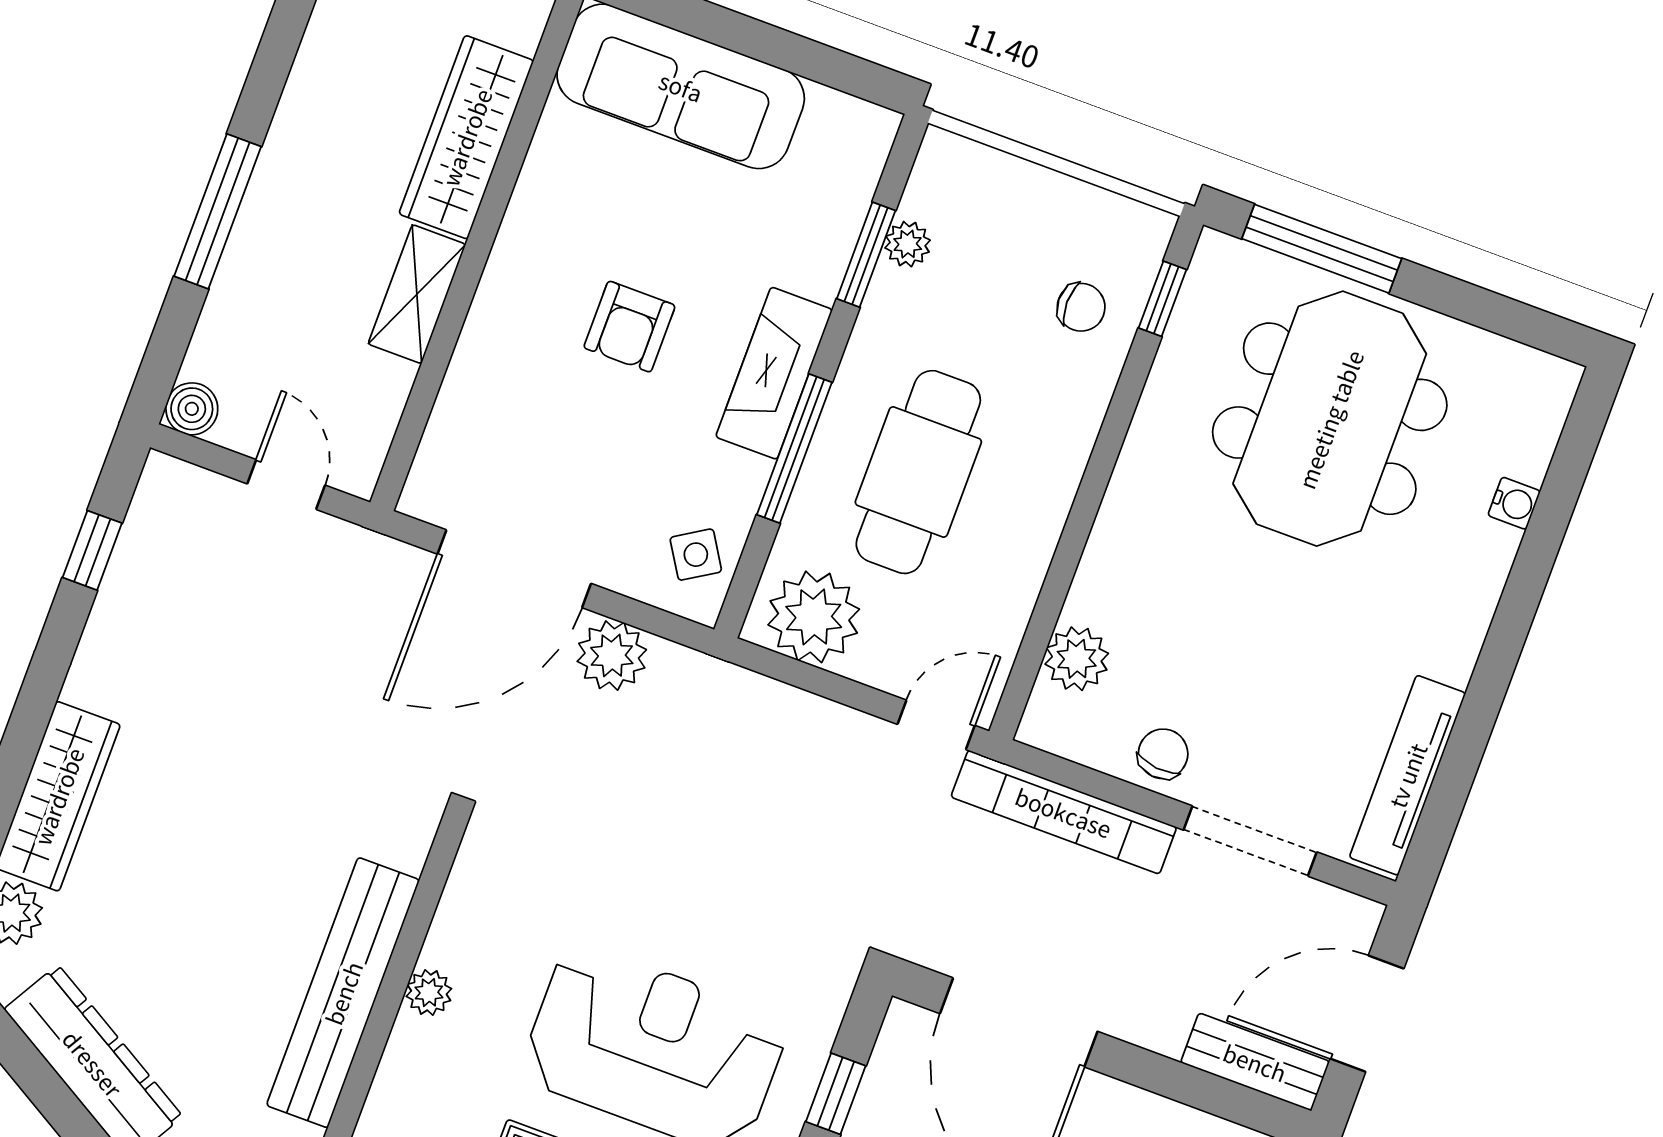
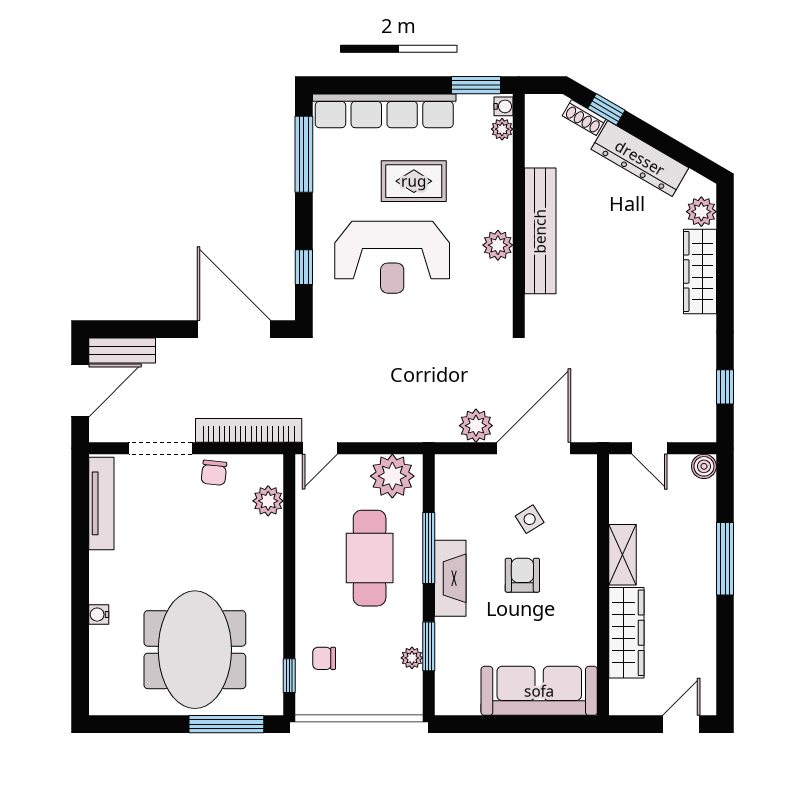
water cooler: (1514, 503) -> (99, 615), moved
side table: (696, 555) -> (530, 519), moved
plant: (429, 992) -> (498, 245), width x1.38, depth x1.38

